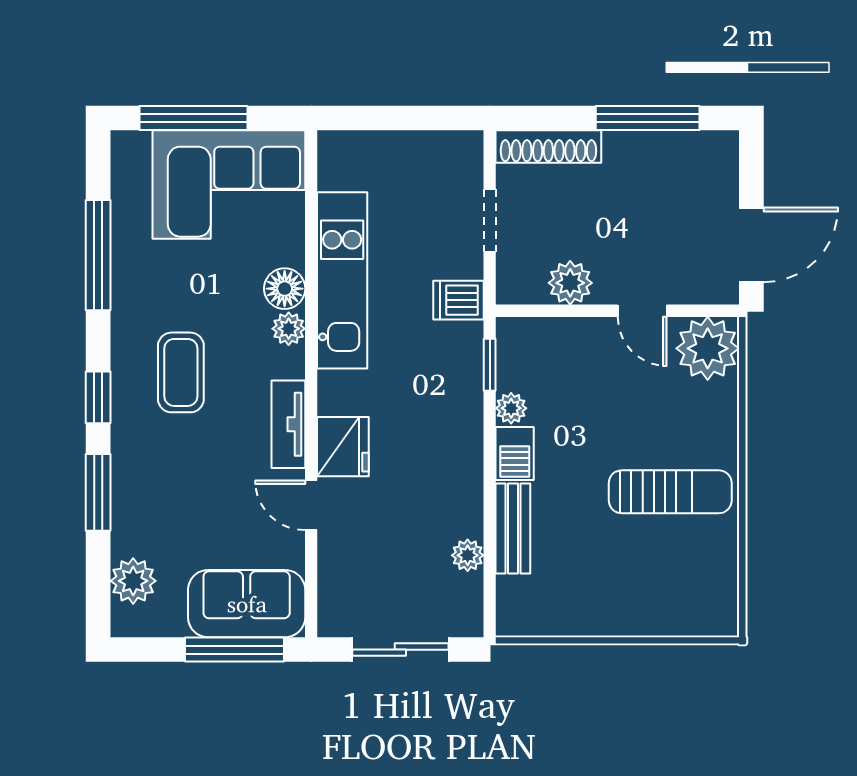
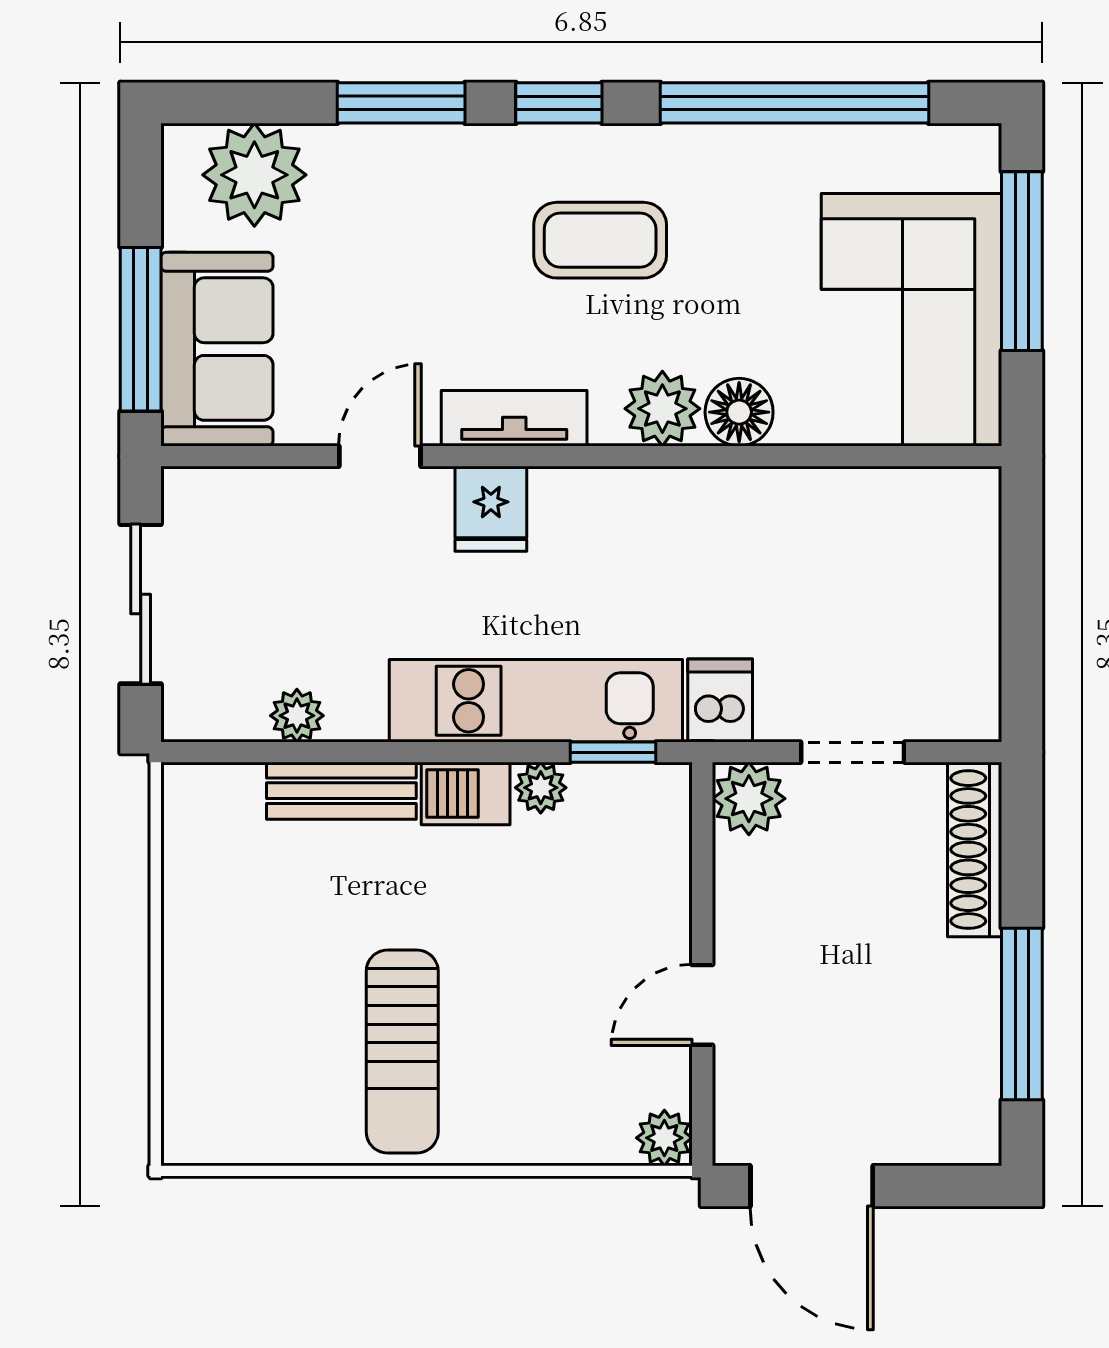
window: (98, 255) -> (794, 103), width x1.46
kitchen unit: (342, 280) -> (536, 701), moved, turned 180
plant: (570, 283) -> (749, 799), moved
plant: (289, 329) -> (662, 409), width x1.38, depth x1.38
plant: (708, 348) -> (664, 1138), width x0.53, depth x0.53
fridge: (343, 447) -> (491, 509), width x0.72
plant: (133, 581) -> (254, 175), width x1.36, depth x1.36

